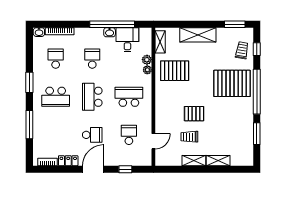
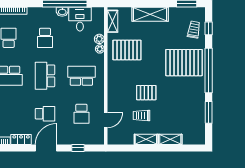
school desk: (92, 59) -> (45, 38), turned 180
school desk: (129, 135) -> (81, 114), turned 180

